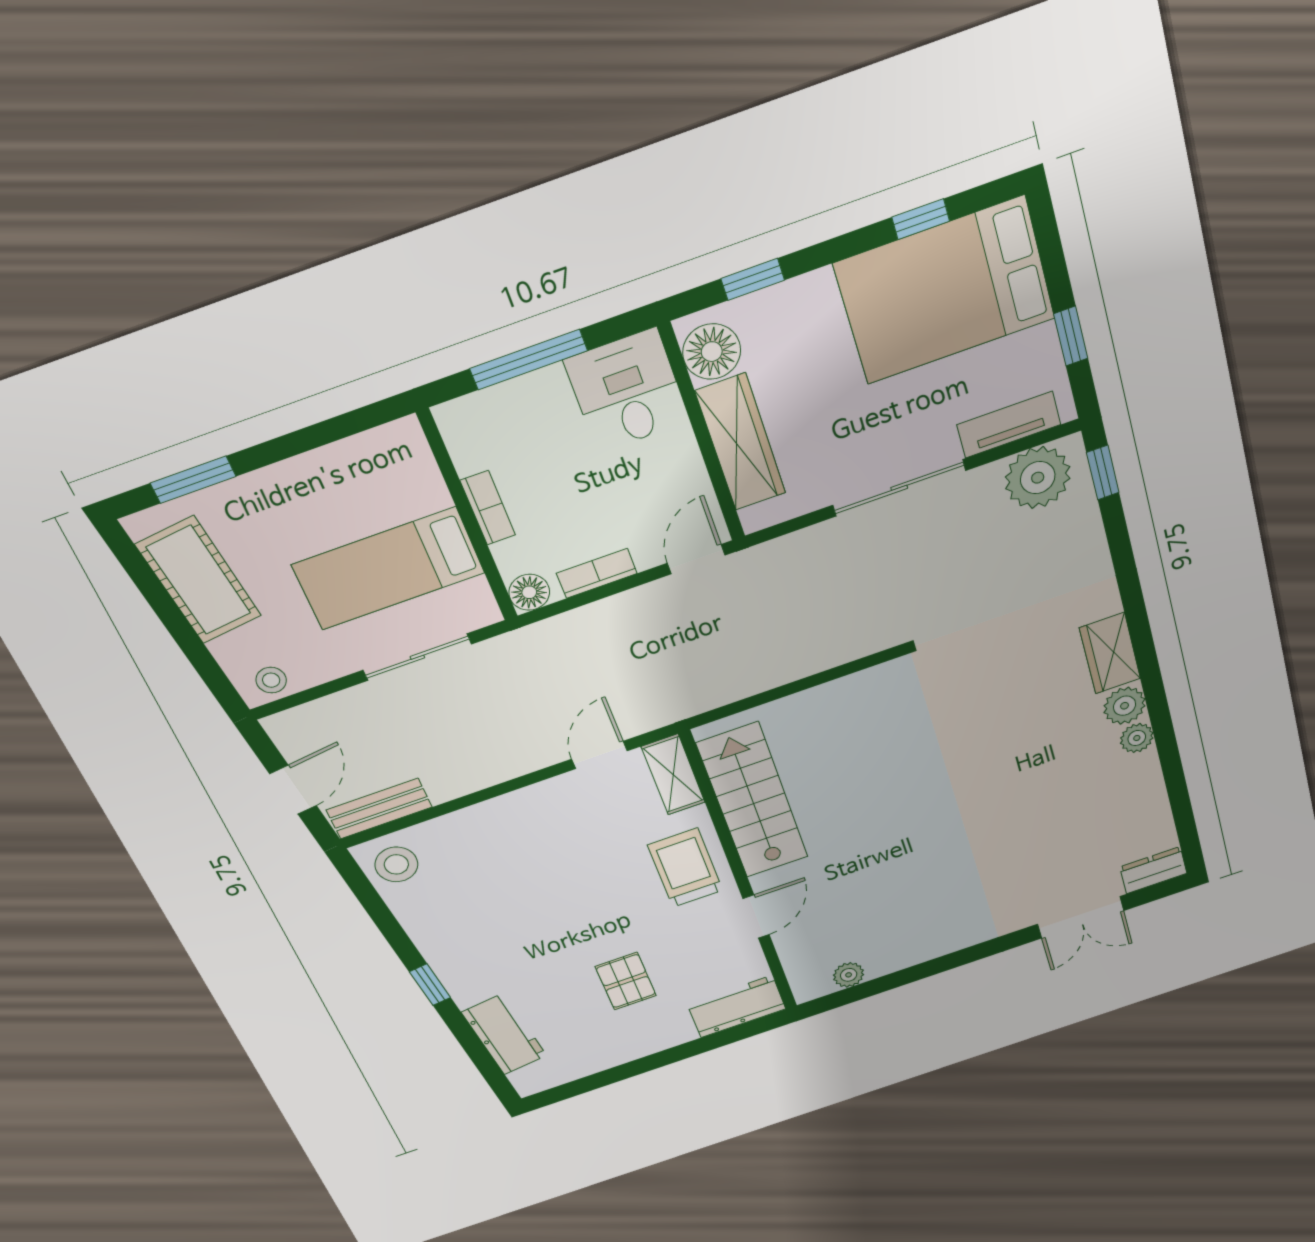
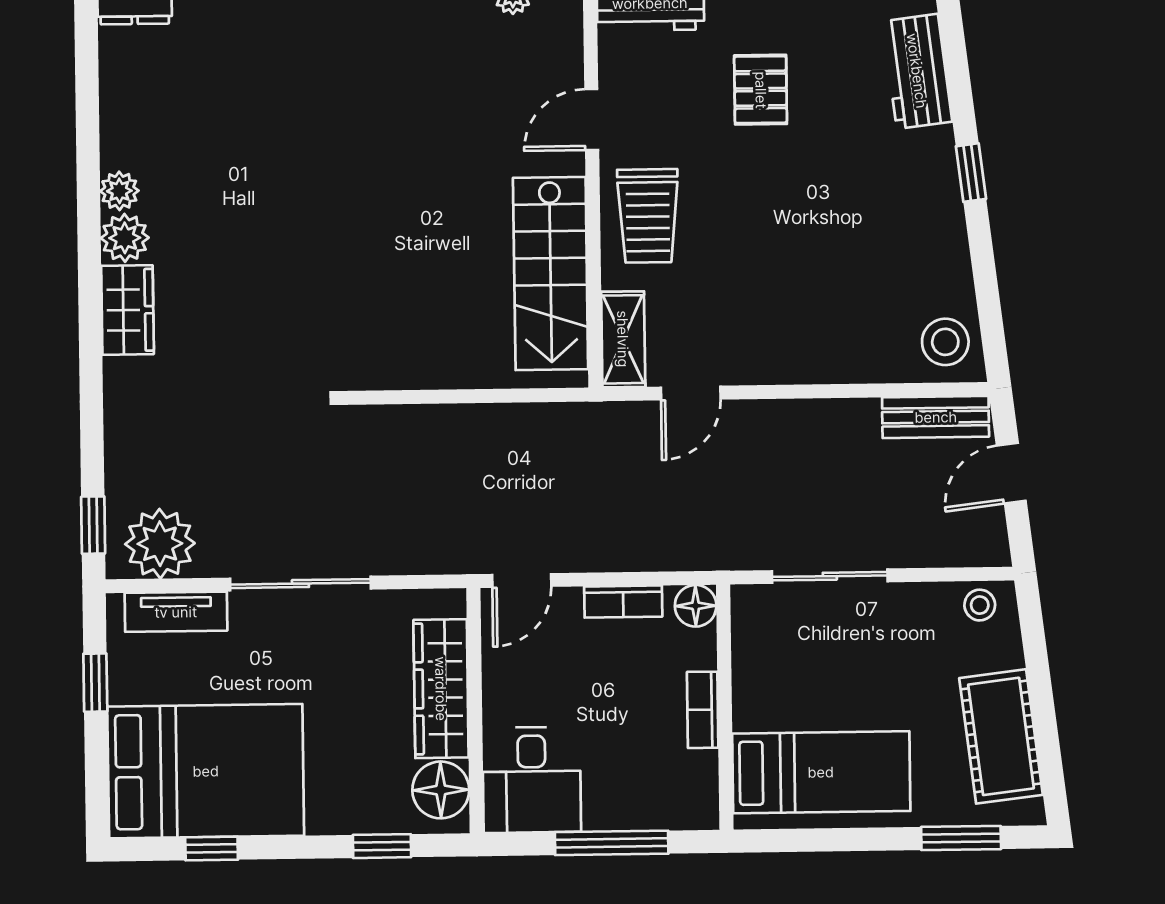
bed: (388, 569) -> (821, 772), moved

